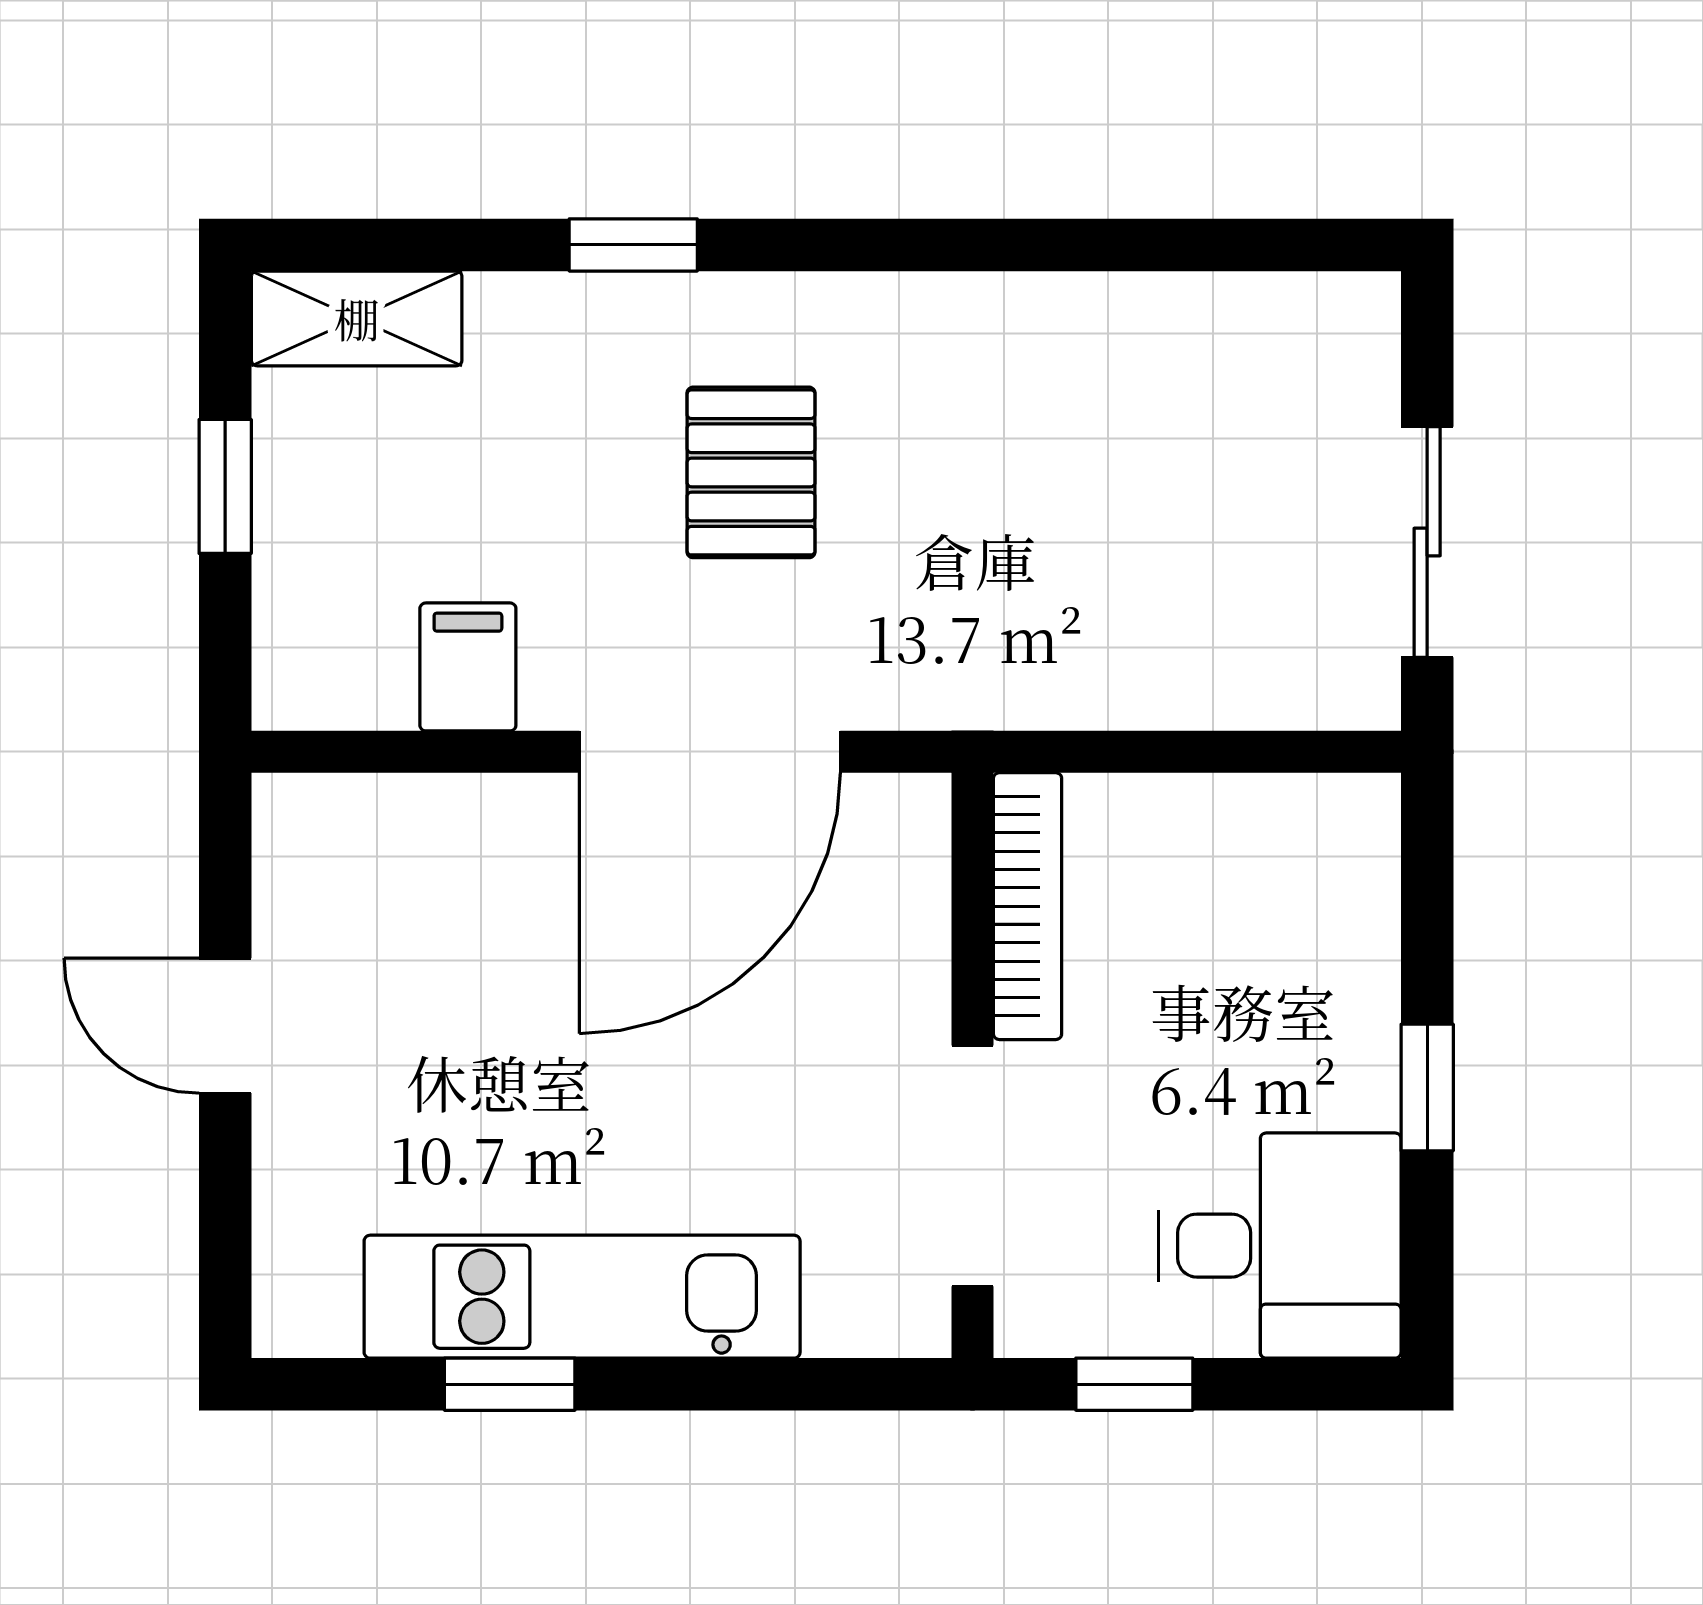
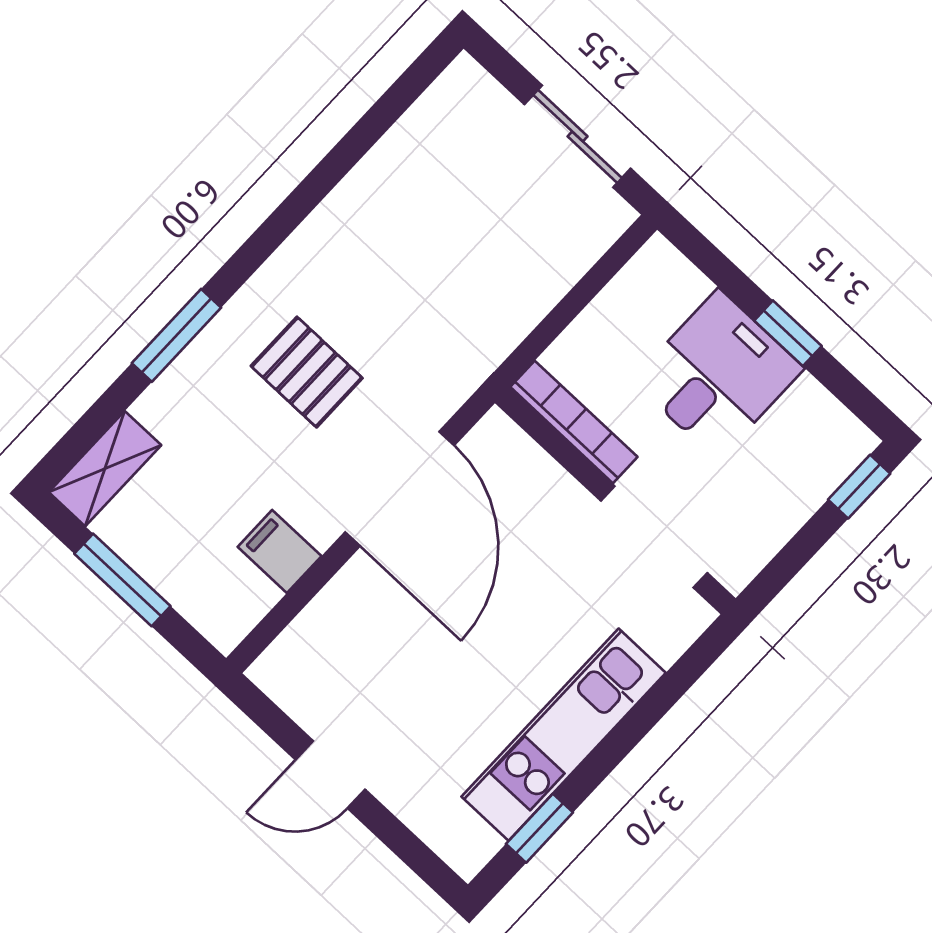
window: (633, 245) -> (176, 335), width x1.50
window: (225, 486) -> (122, 580), width x1.50
desk: (1280, 1246) -> (718, 375), moved
window: (510, 1384) -> (539, 828), moved
window: (1134, 1384) -> (859, 487), moved

